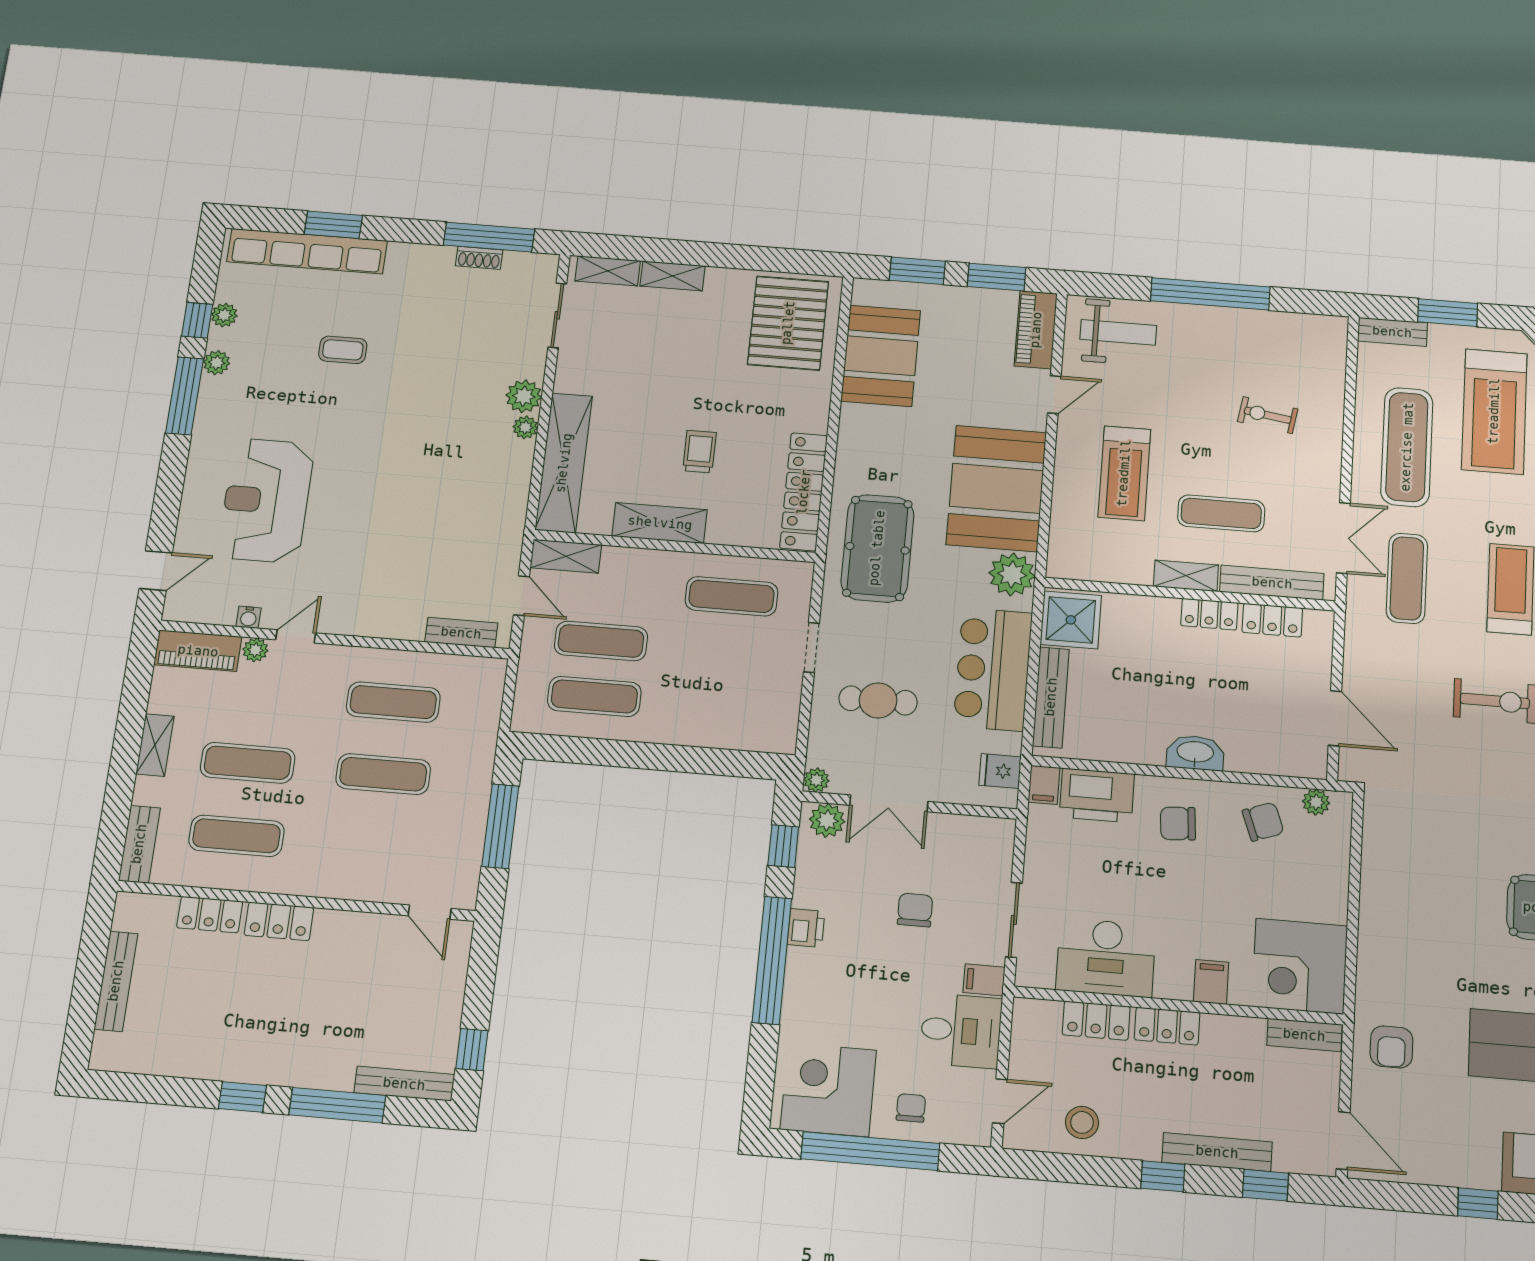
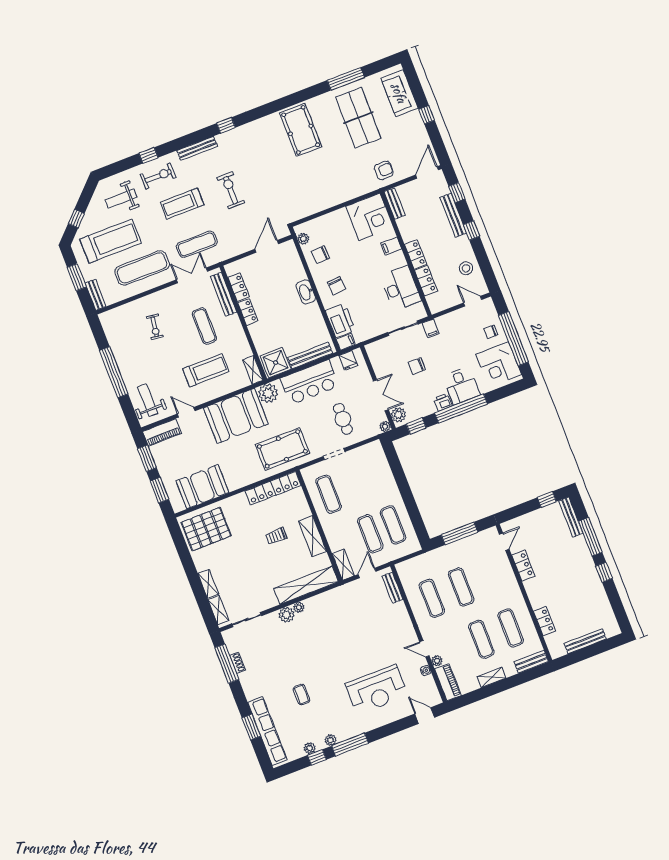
shelving: (1186, 576) -> (253, 370), moved
chair: (1263, 822) -> (320, 255), turned -73
locker: (279, 921) -> (523, 566), moved
desk: (961, 1031) -> (461, 386), moved, turned 180

